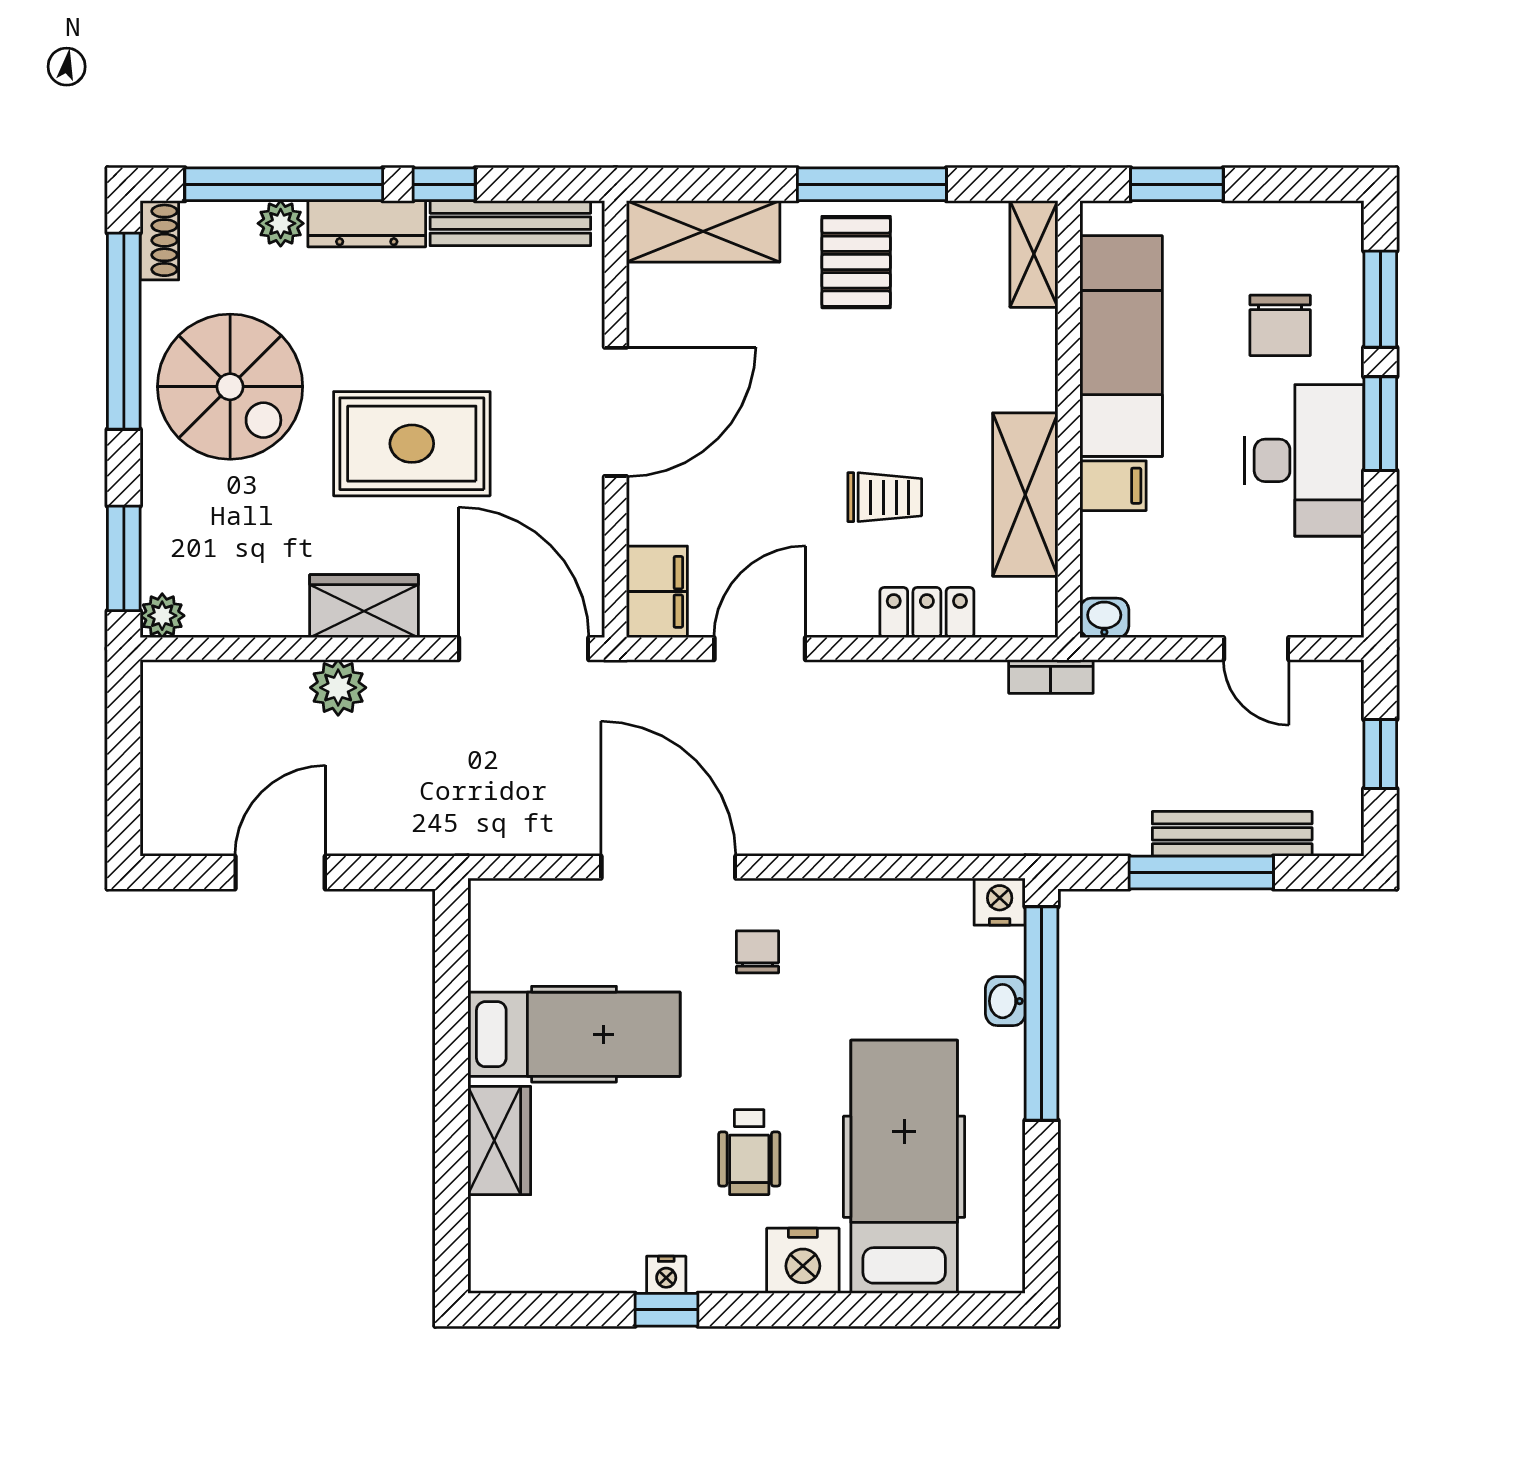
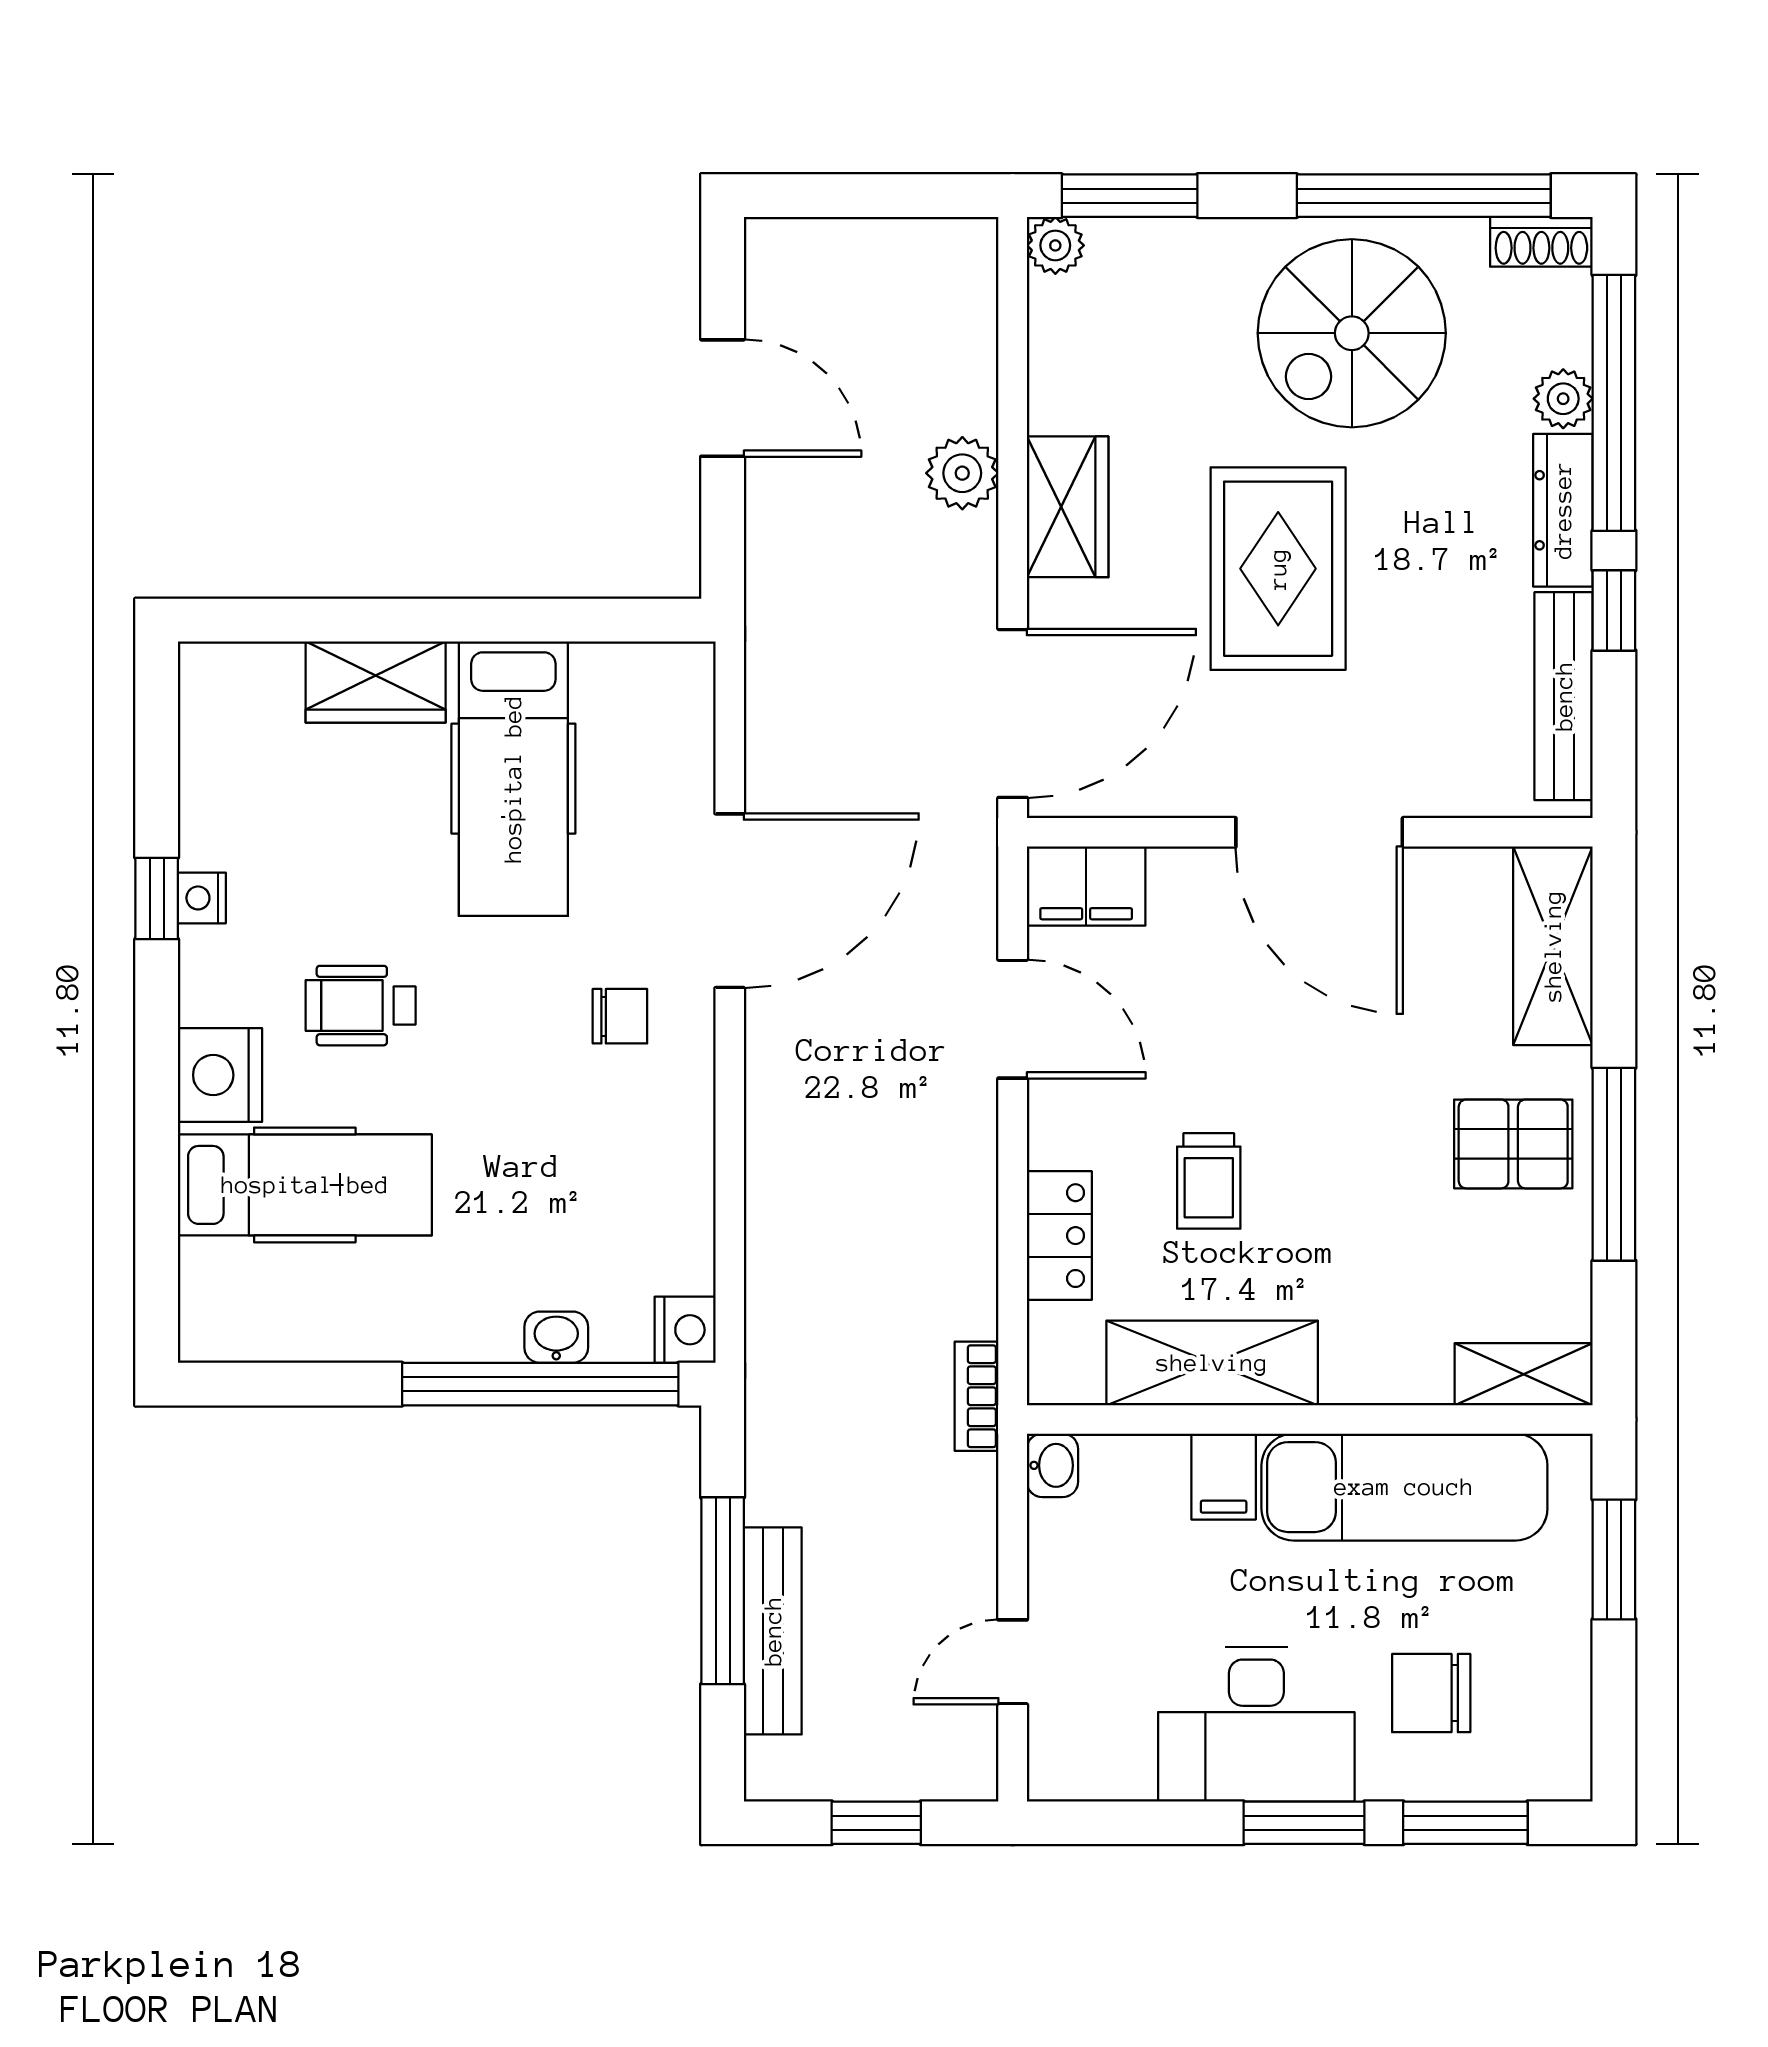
hospital bed: (904, 1167) -> (305, 1185), width x0.73, depth x0.78

